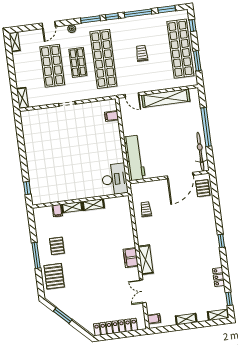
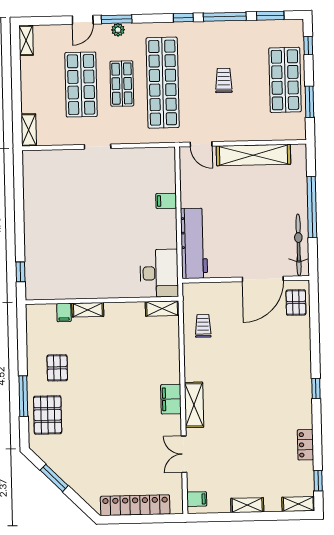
window: (91, 19) -> (117, 19), moved
shop shelf: (180, 49) -> (285, 80), width x0.71
filing cabinet: (112, 116) -> (166, 201), moved
shelving: (93, 205) -> (162, 309), moved
window: (36, 255) -> (23, 396), moved

